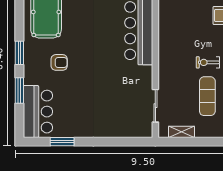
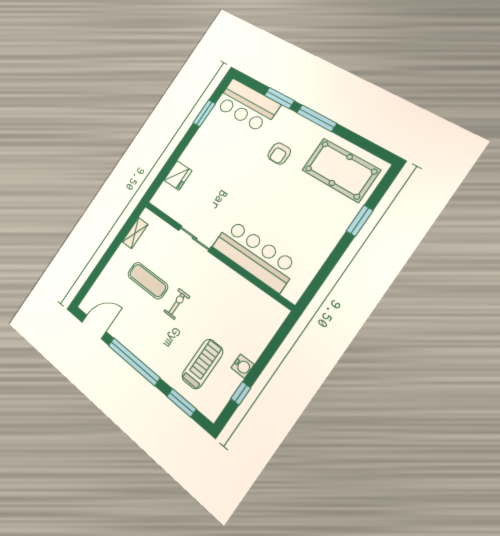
window: (19, 53) -> (317, 118), width x1.44
sliding door: (155, 106) -> (195, 238), moved
fridge: (120, 129) -> (178, 175), added

